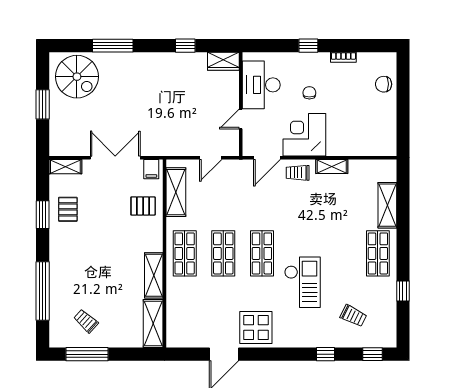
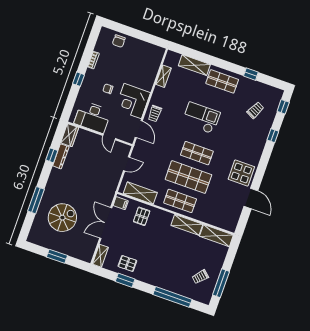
dresser: (188, 59) -> (61, 156), added
spiral stairs: (77, 77) -> (62, 218), moved
door: (211, 158) -> (127, 164), hinge flipped
shelving: (332, 166) -> (163, 76), moved
shop shelf: (223, 253) -> (188, 177), width x1.43, depth x1.36
checkout: (302, 282) -> (201, 118), moved

